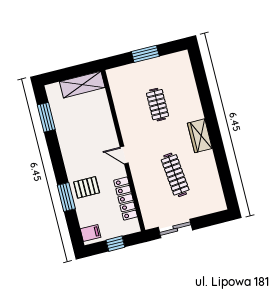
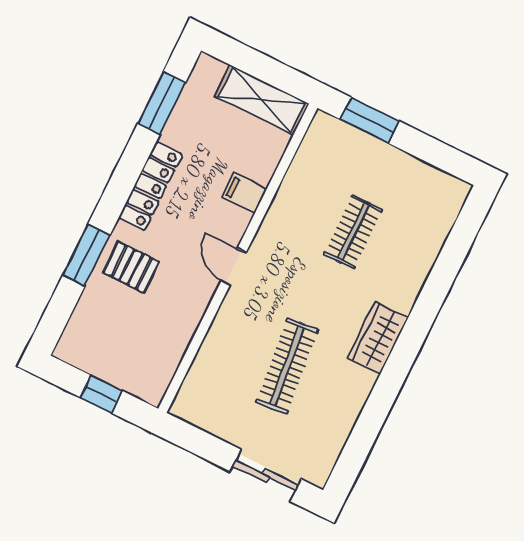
window: (145, 54) -> (370, 120), moved
locker: (126, 199) -> (150, 186), moved, turned 180
sliding door: (175, 229) -> (266, 475), moved
filing cabinet: (91, 233) -> (244, 193), moved, turned 180

